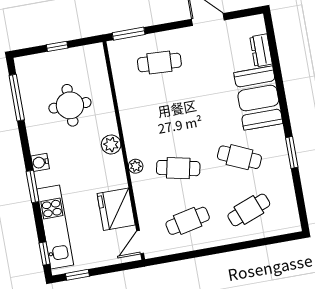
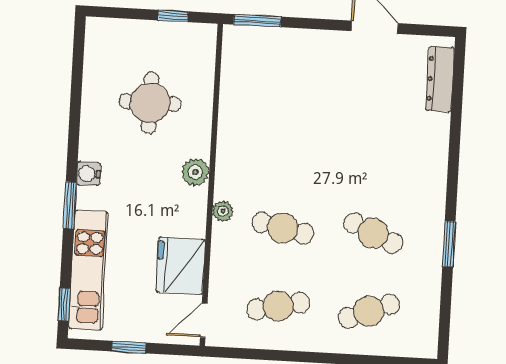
window: (57, 46) -> (173, 16), moved
dresser: (261, 50) -> (440, 79), width x1.44
cafe table: (159, 62) -> (291, 72), removed
window: (17, 98) -> (77, 74), removed
booth: (258, 98) -> (420, 155), removed
window: (77, 275) -> (129, 347), moved

